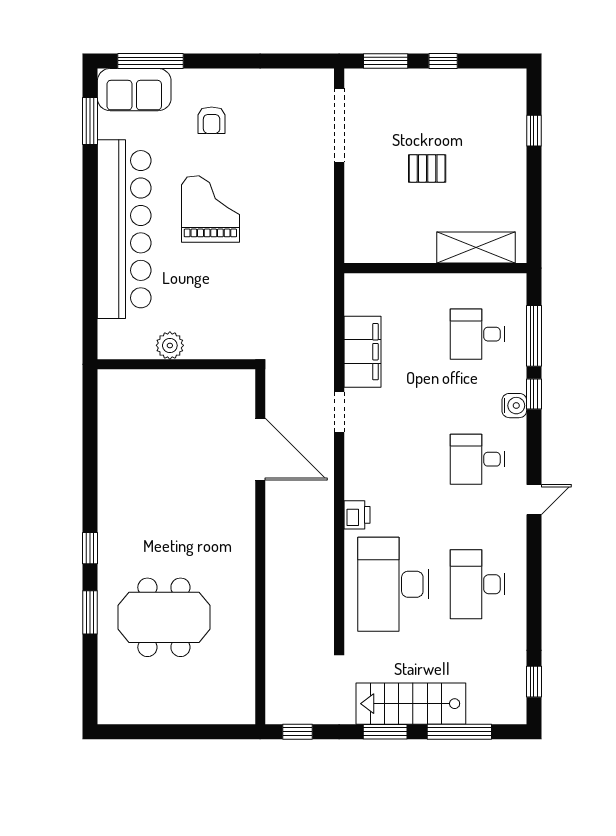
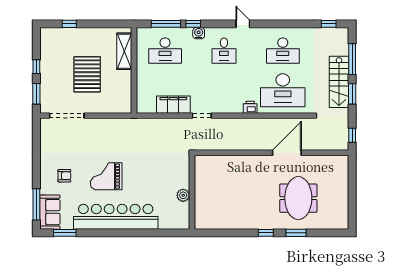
pallet: (427, 168) -> (87, 74), width x2.05, depth x2.00
desk: (477, 334) -> (165, 51), width x1.37
plant: (170, 345) -> (183, 195), moved
wall: (176, 364) -> (192, 192), moved
door: (260, 449) -> (287, 153), moved

